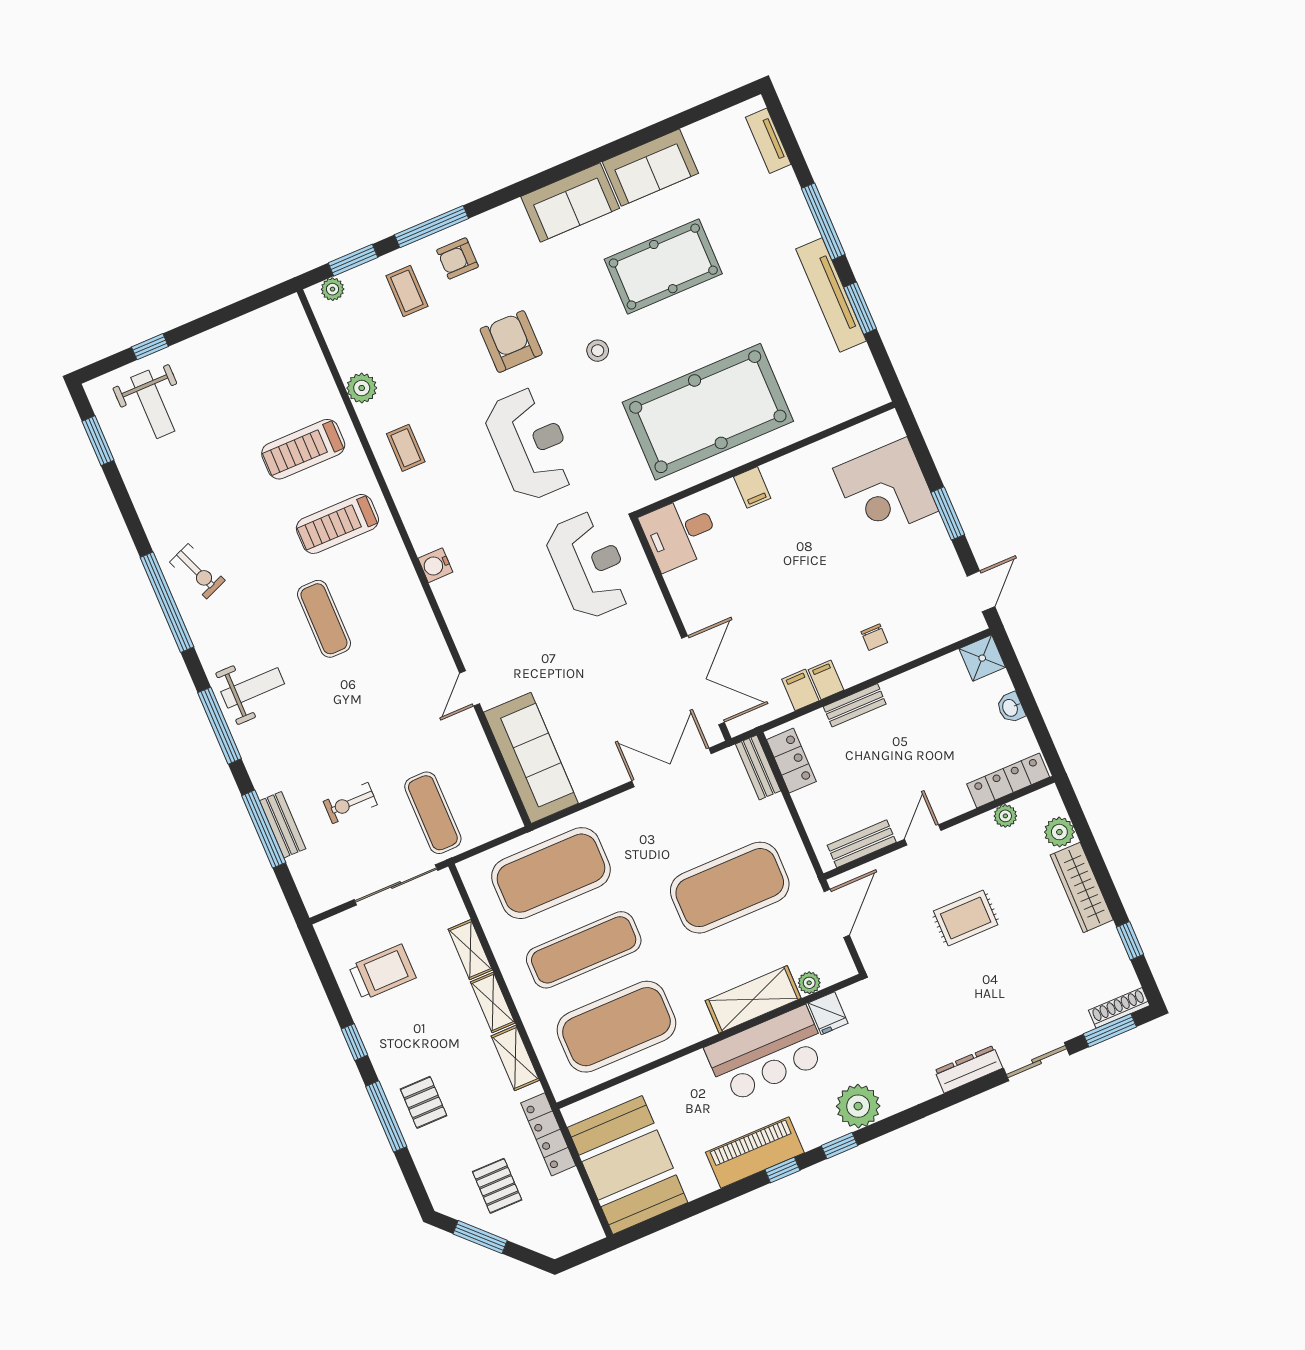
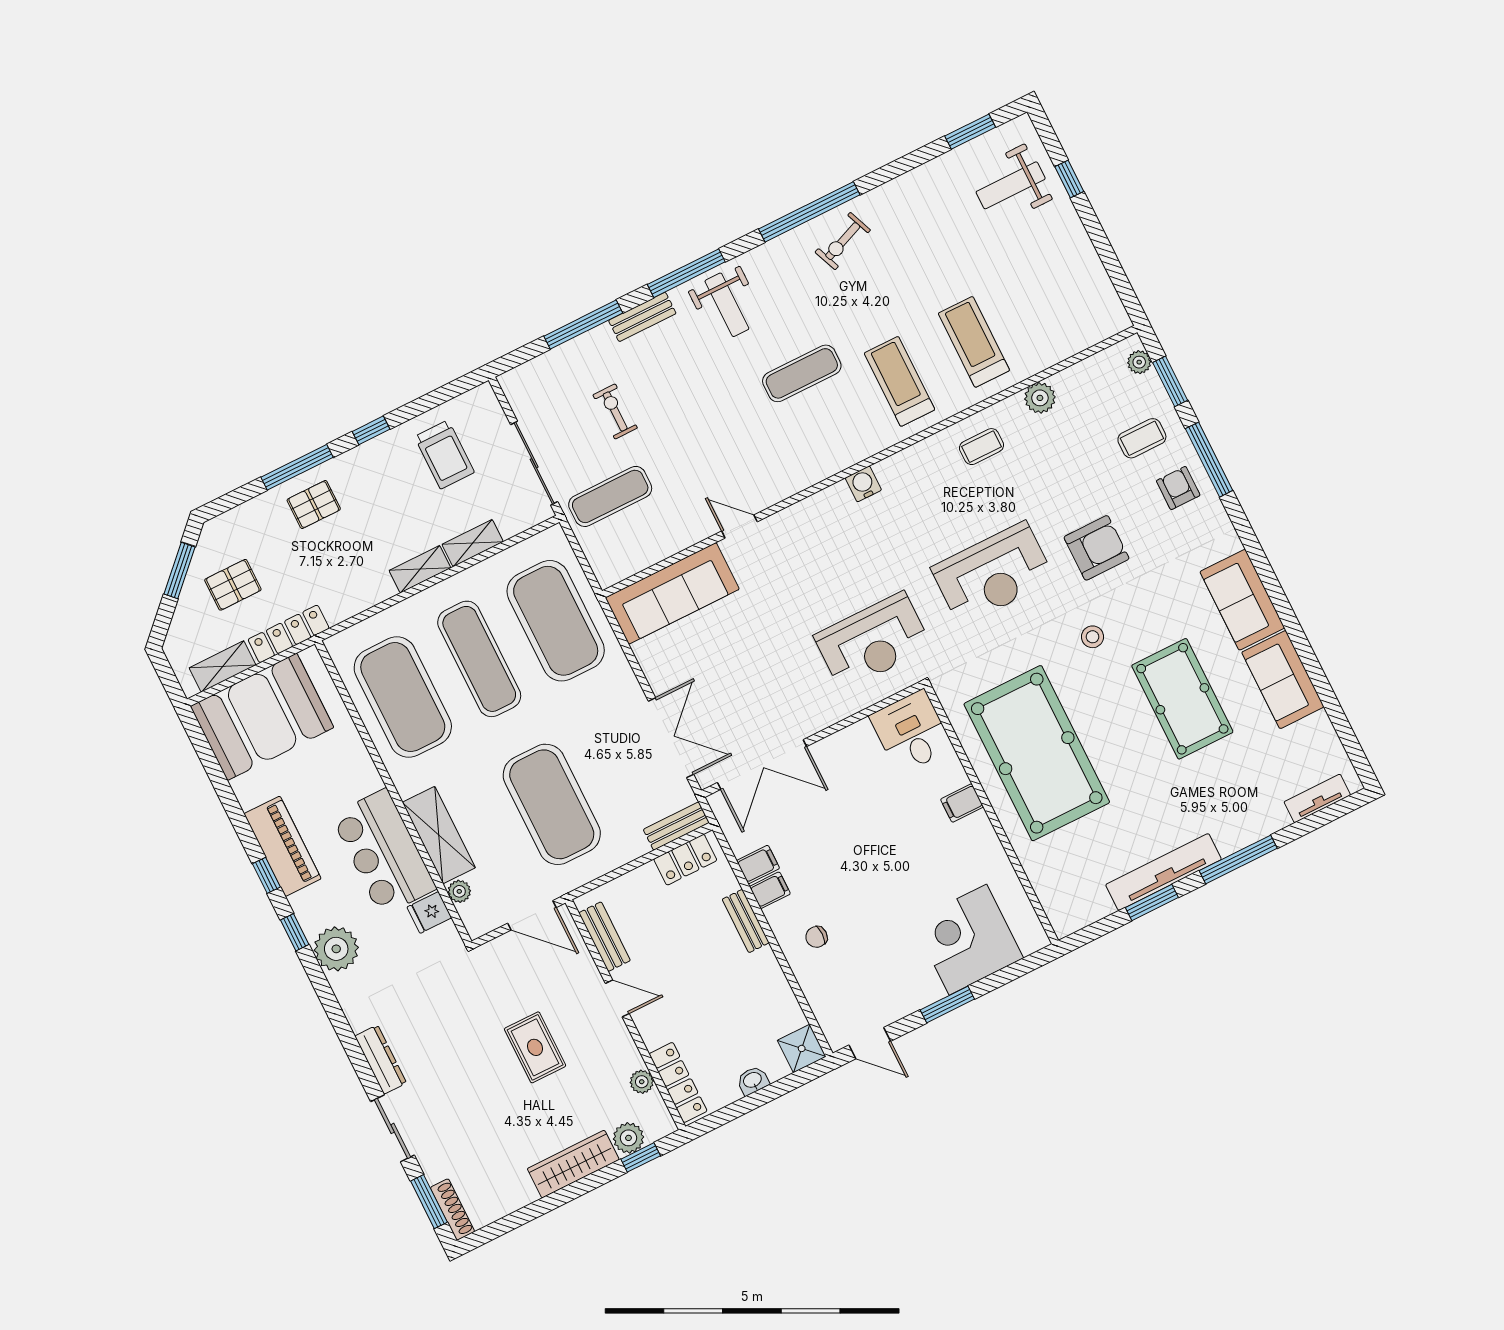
bench: (283, 825) -> (642, 317), moved
window: (1130, 941) -> (641, 1157), moved
shelving: (515, 1058) -> (223, 666), moved

